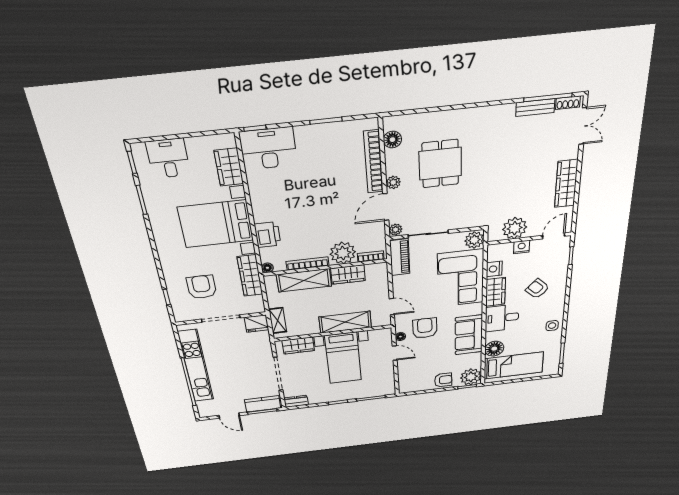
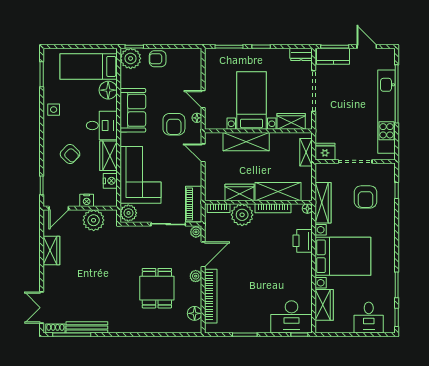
bench: (535, 108) -> (87, 327), width x1.36
wardrobe: (566, 184) -> (51, 250), width x0.67

